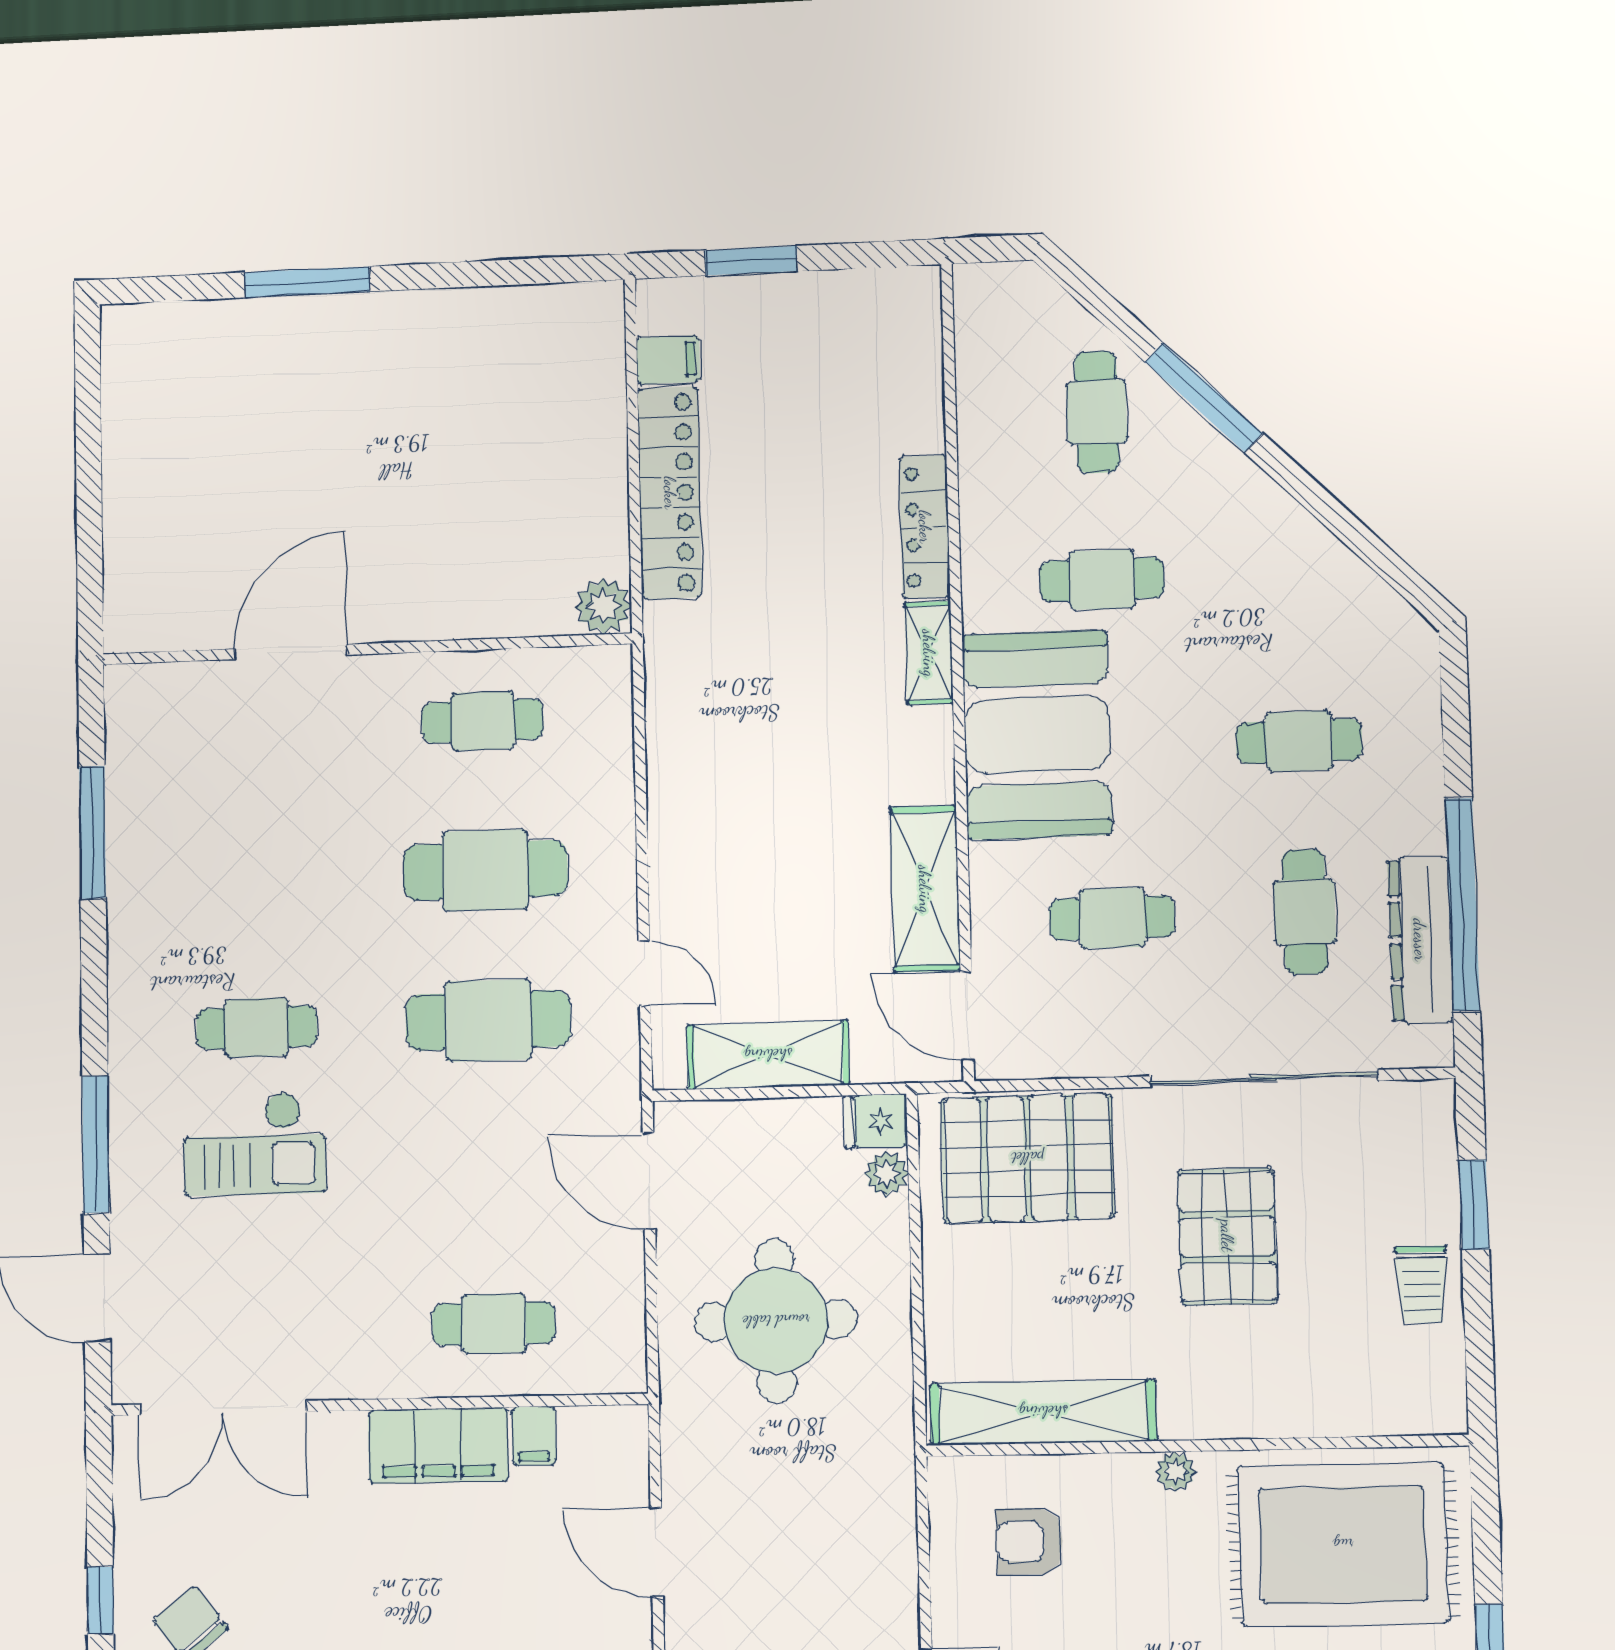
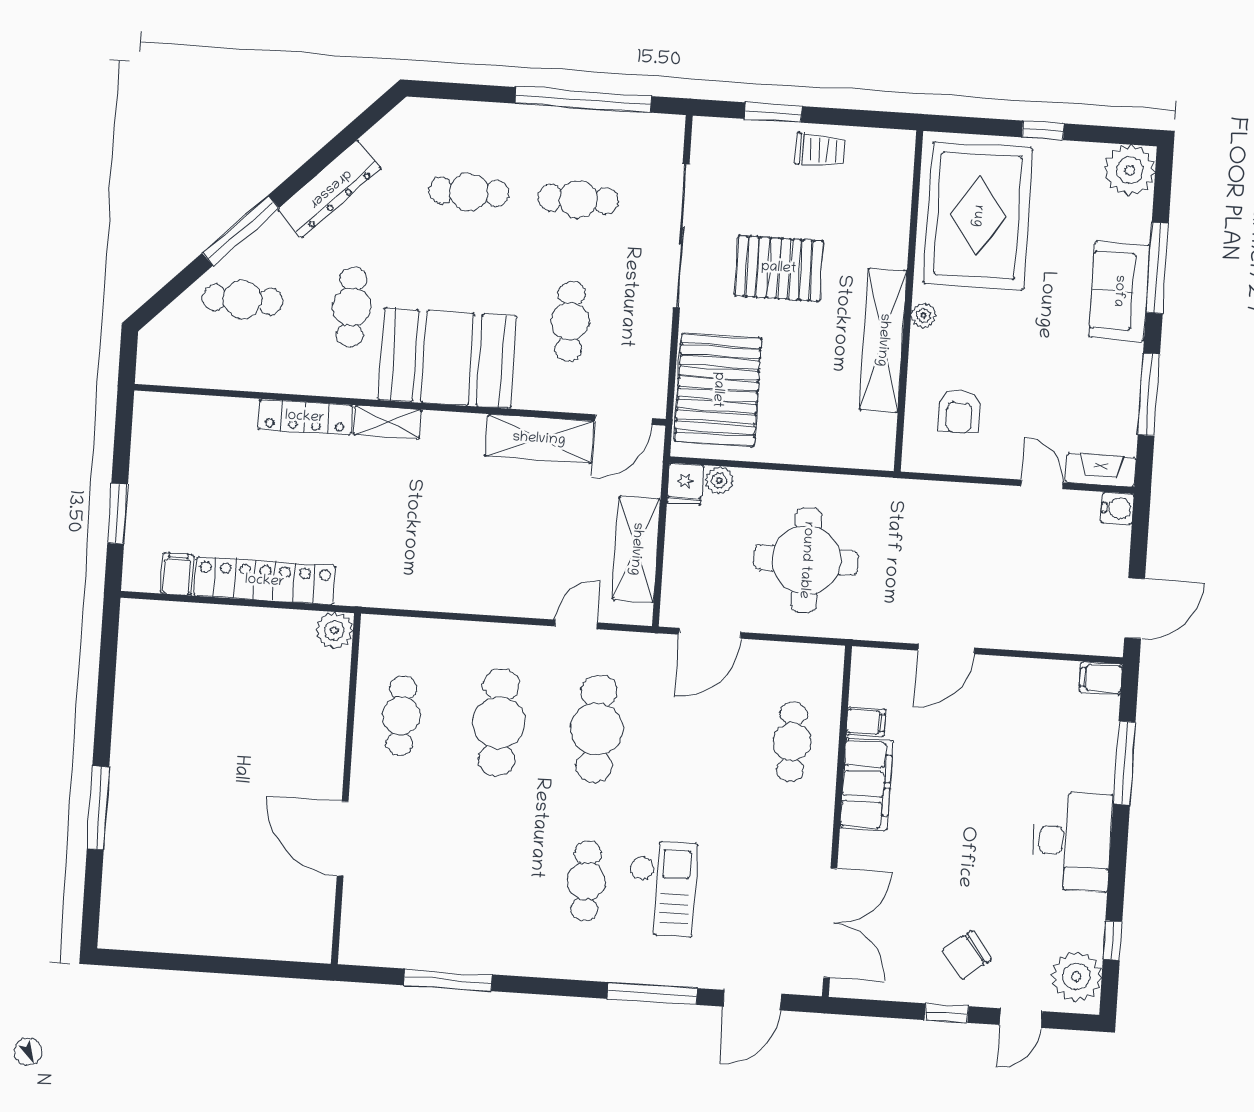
cafe table: (1299, 741) -> (469, 192), turned 90
dresser: (1420, 940) -> (330, 189), moved, turned -45
shelving: (1043, 1412) -> (883, 340), moved

